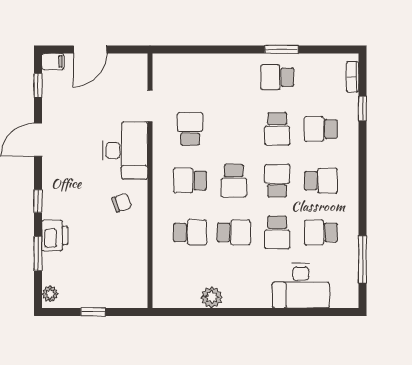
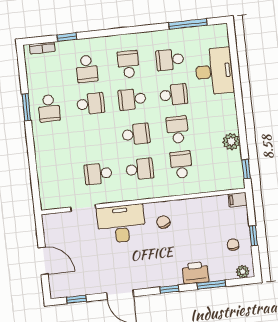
filing cabinet: (53, 61) -> (237, 200), moved, turned -90
school desk: (190, 181) -> (140, 169), turned -90
school desk: (321, 232) -> (170, 60), turned 90
chair: (85, 286) -> (233, 245), added
window: (176, 312) -> (246, 169), added

